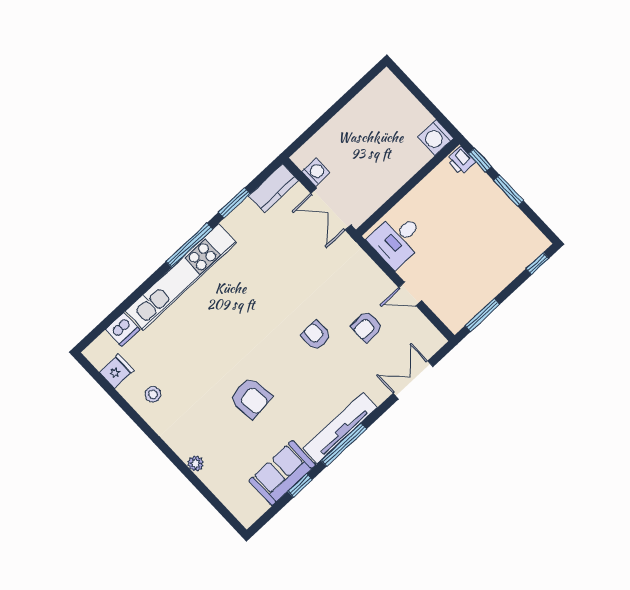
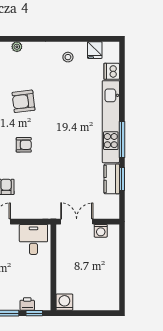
printer: (461, 161) -> (27, 304), moved
kitchen counter: (273, 188) -> (112, 179), moved
armchair: (316, 335) -> (24, 145), moved

